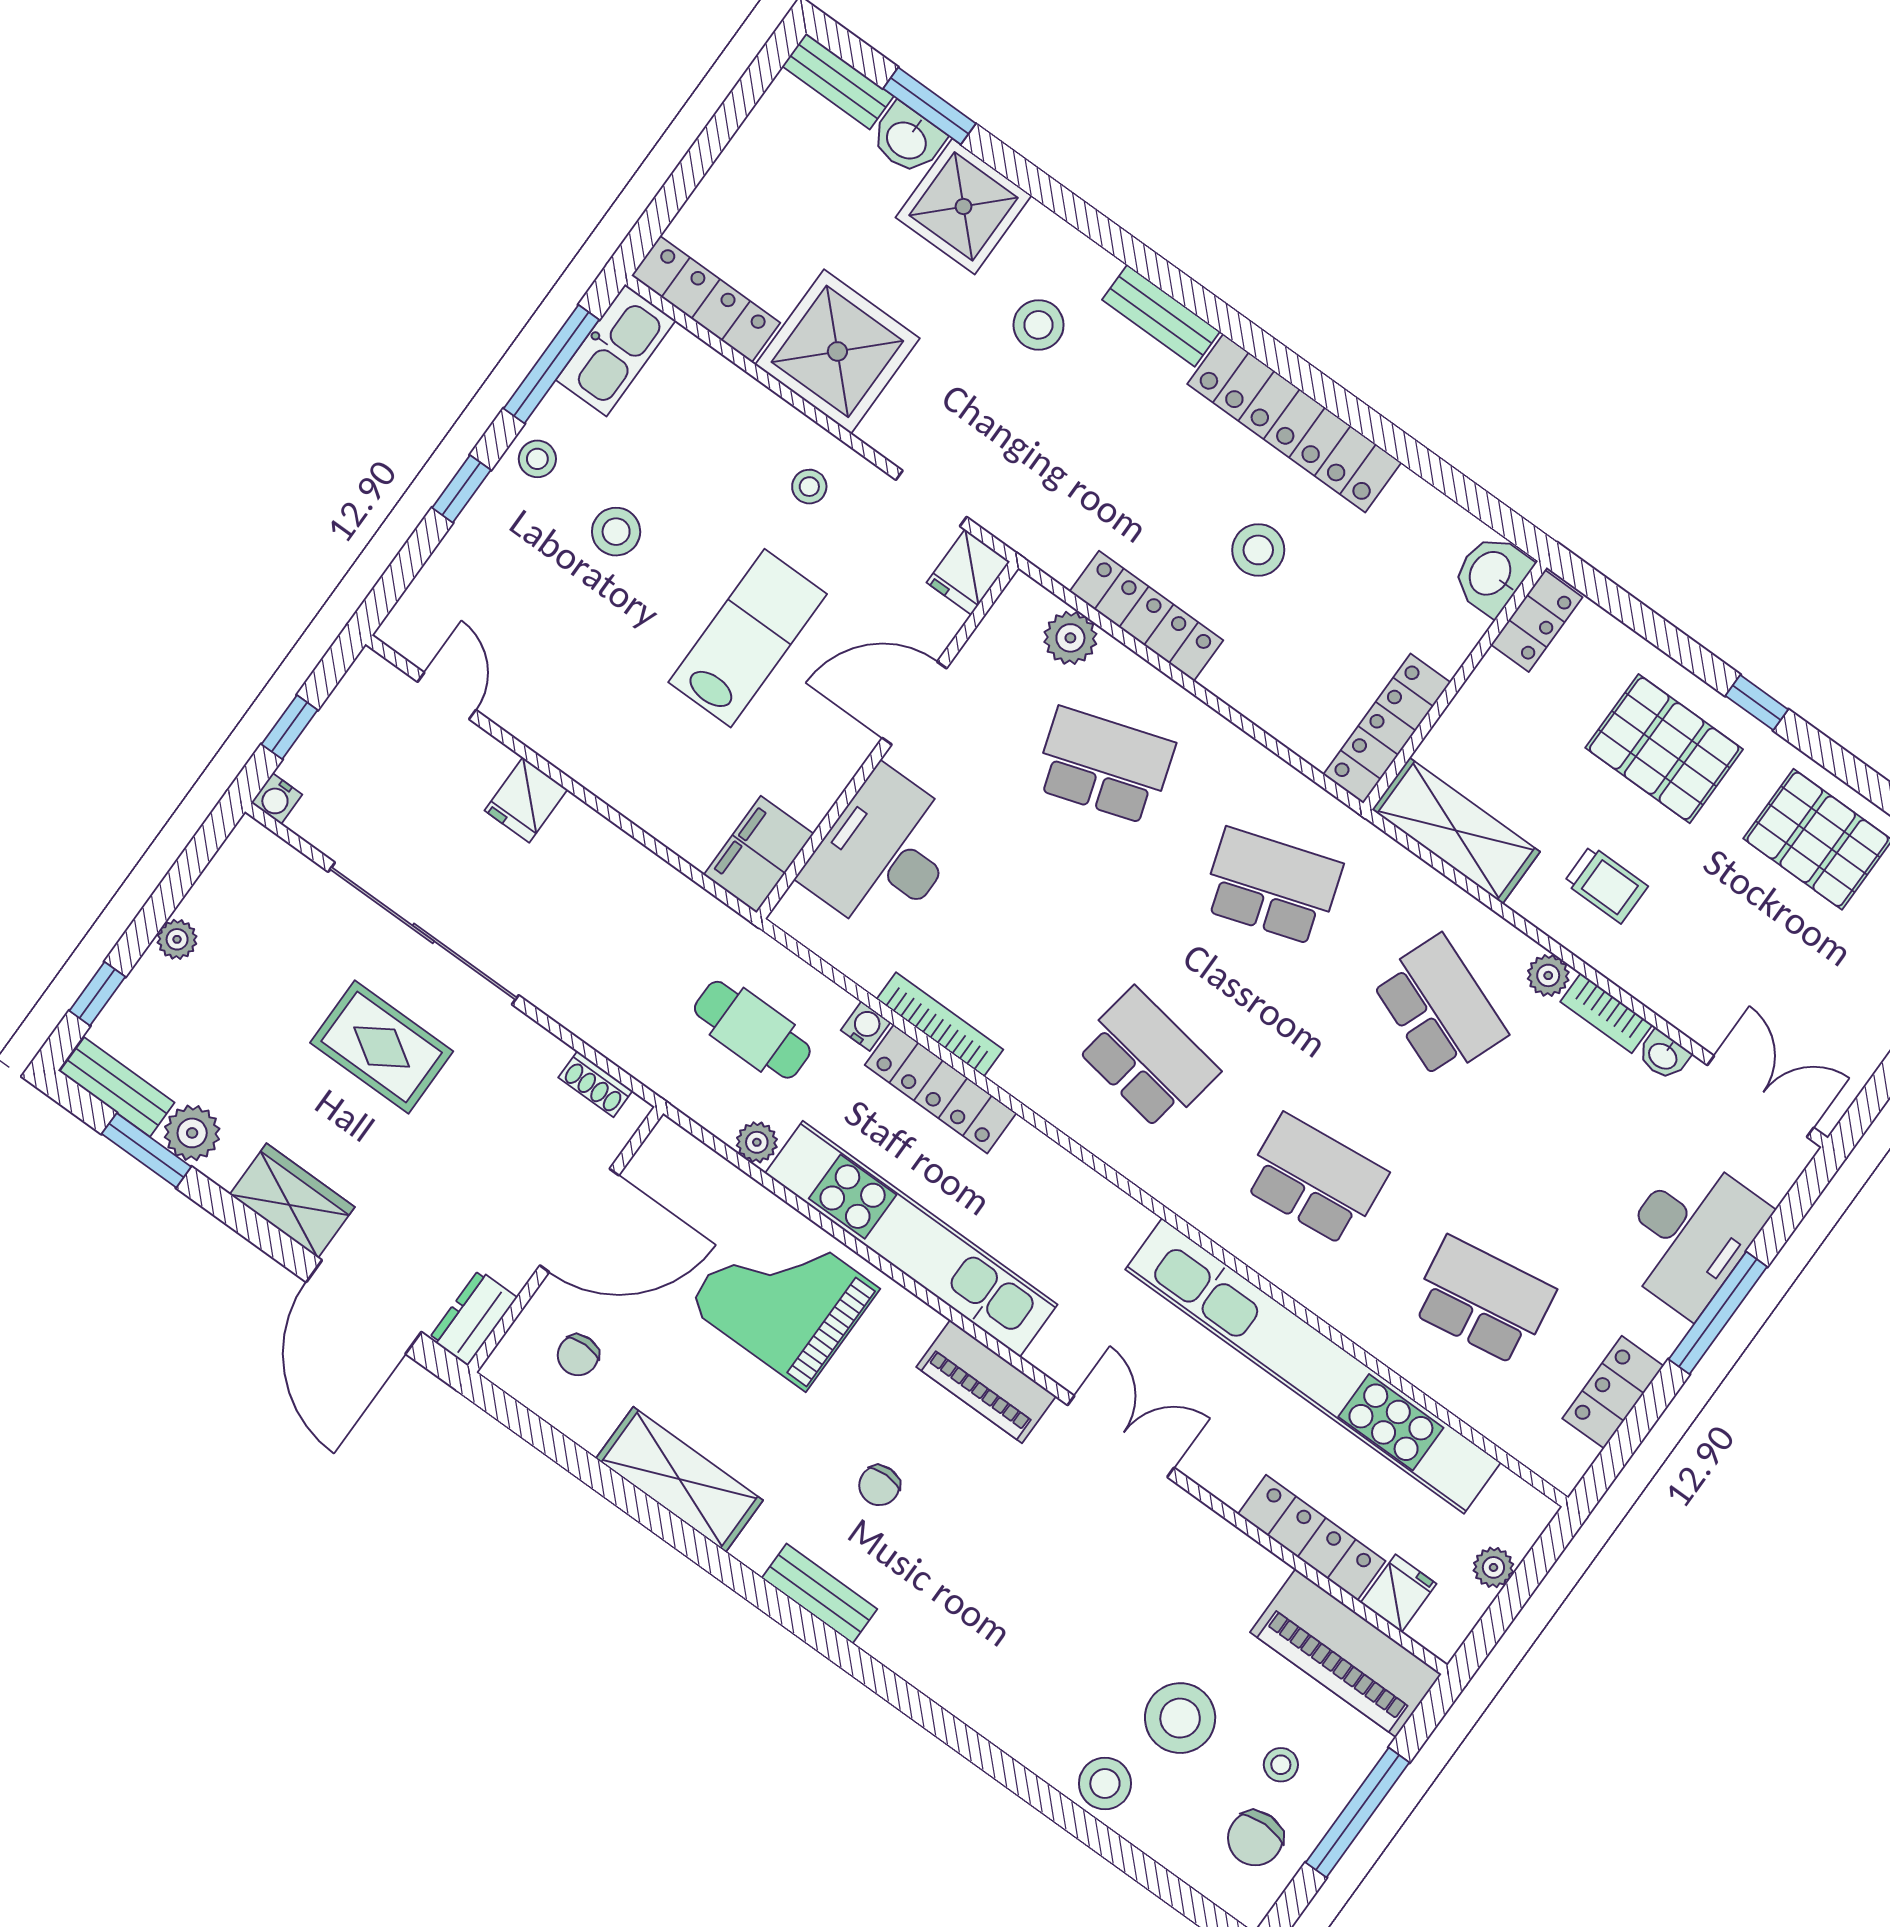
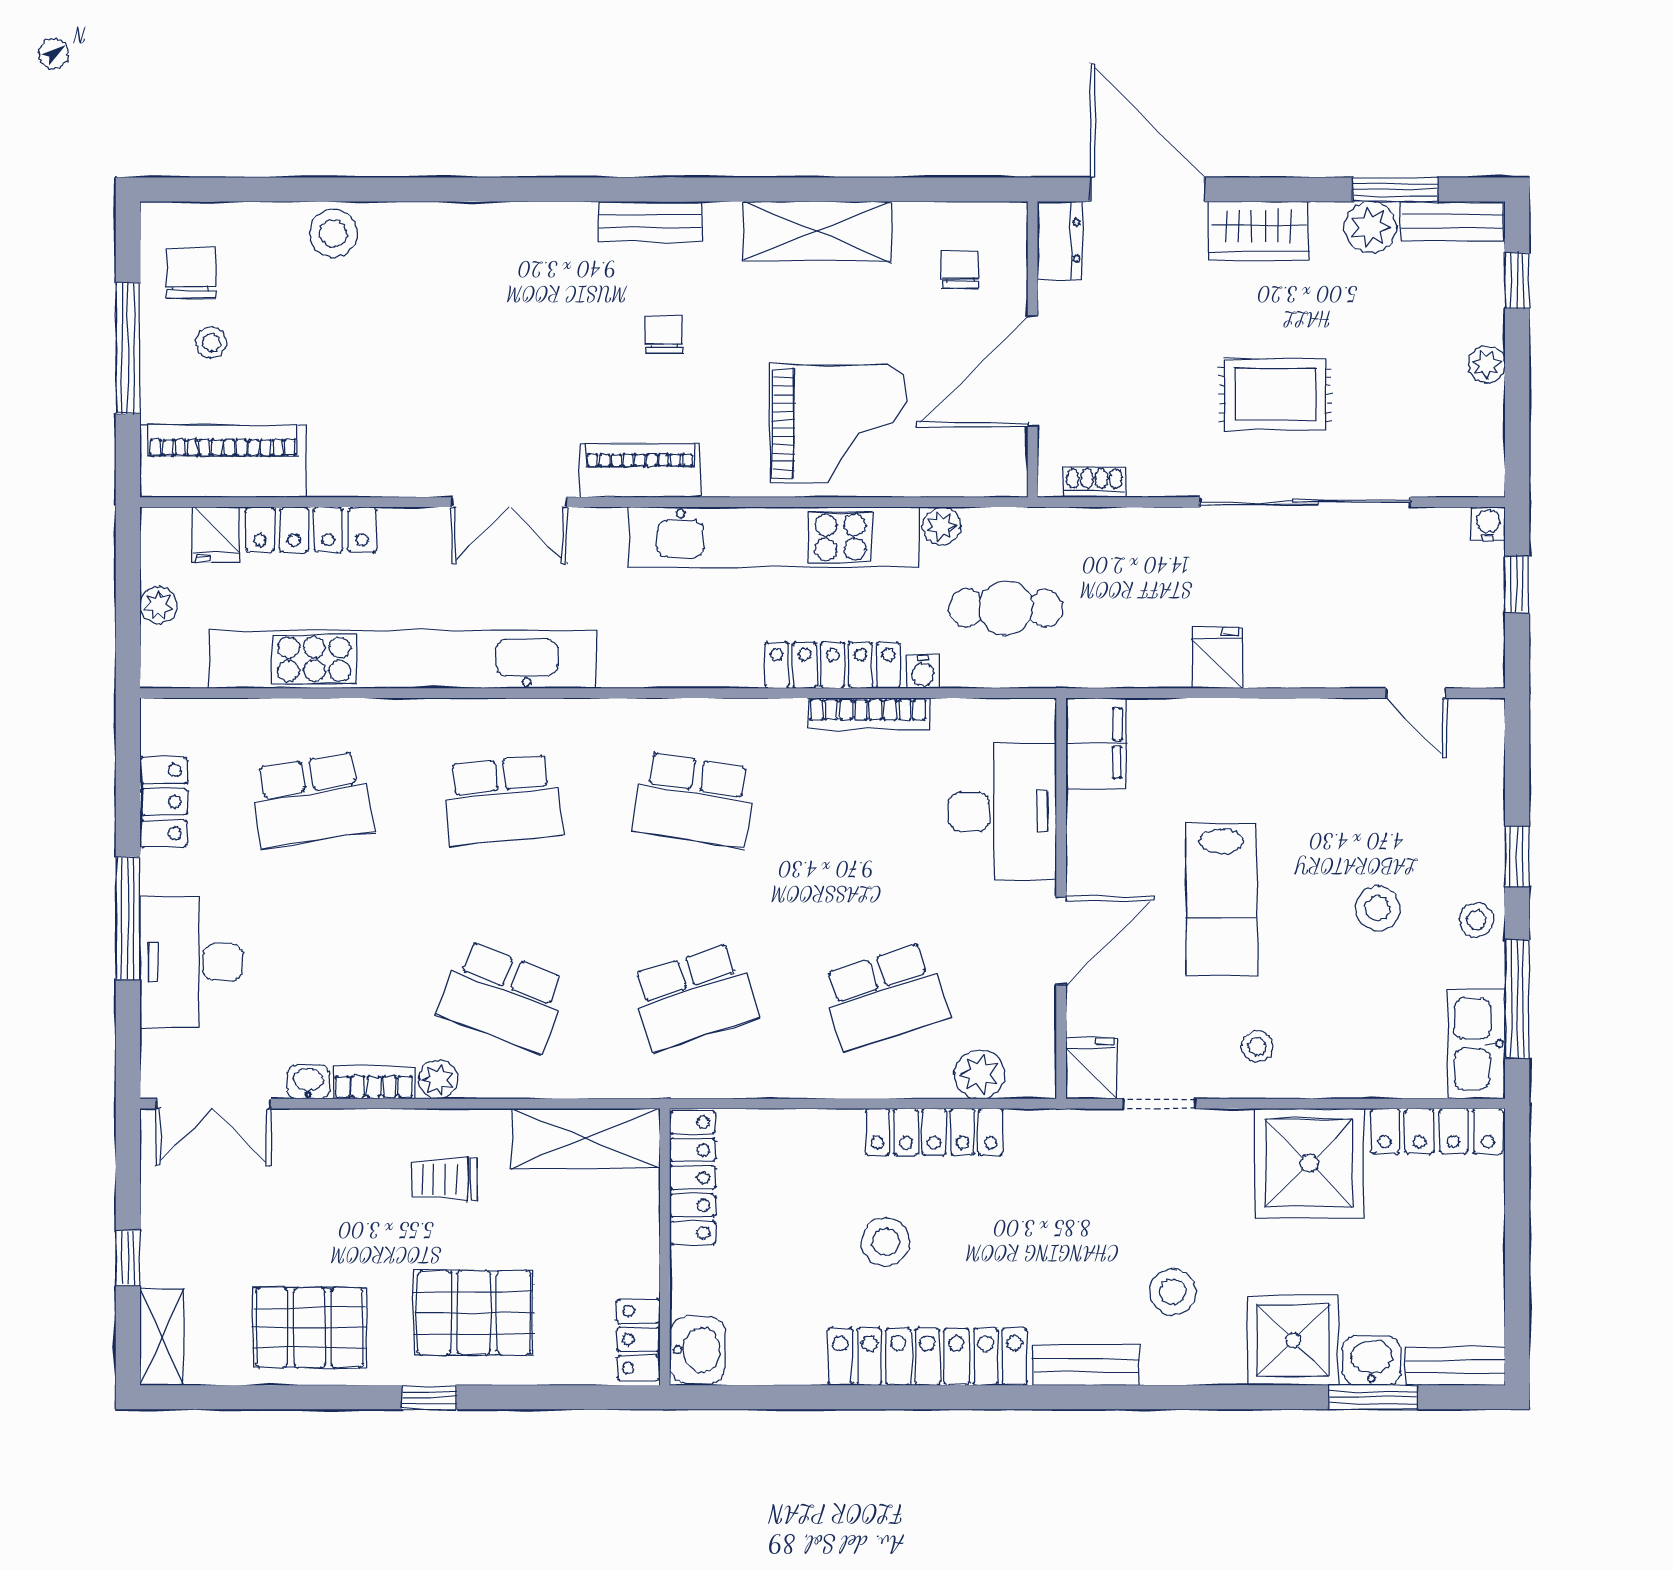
fridge: (526, 800) -> (1217, 658), moved
stool: (1180, 1718) -> (312, 323), removed

